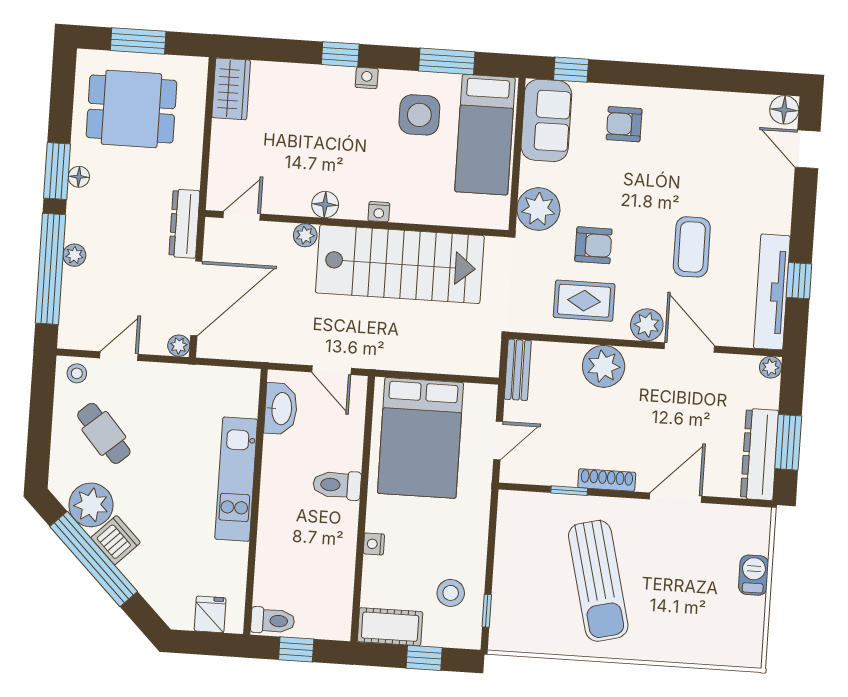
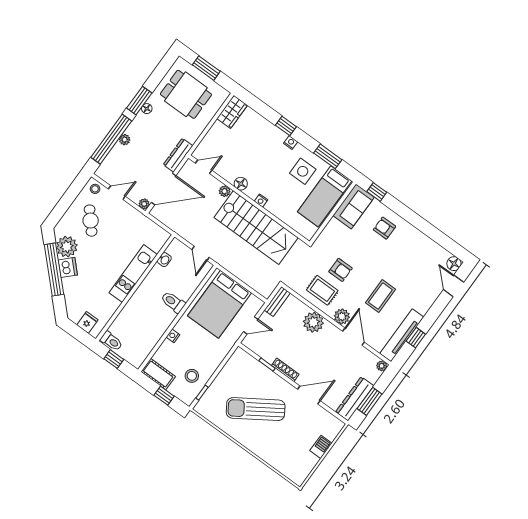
plant: (538, 209) -> (327, 241), removed
washbasin: (281, 409) -> (164, 260), width x0.52, depth x0.69
sun lounger: (598, 581) -> (256, 409), turned 71

